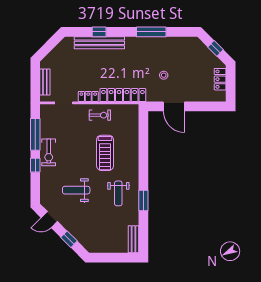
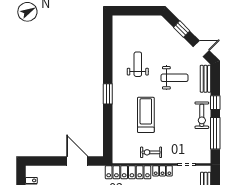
exercise bike: (49, 152) -> (202, 115), turned 180
weight bench: (118, 193) -> (138, 64), moved
window: (143, 201) -> (108, 94), moved
bench: (133, 239) -> (205, 79), moved

